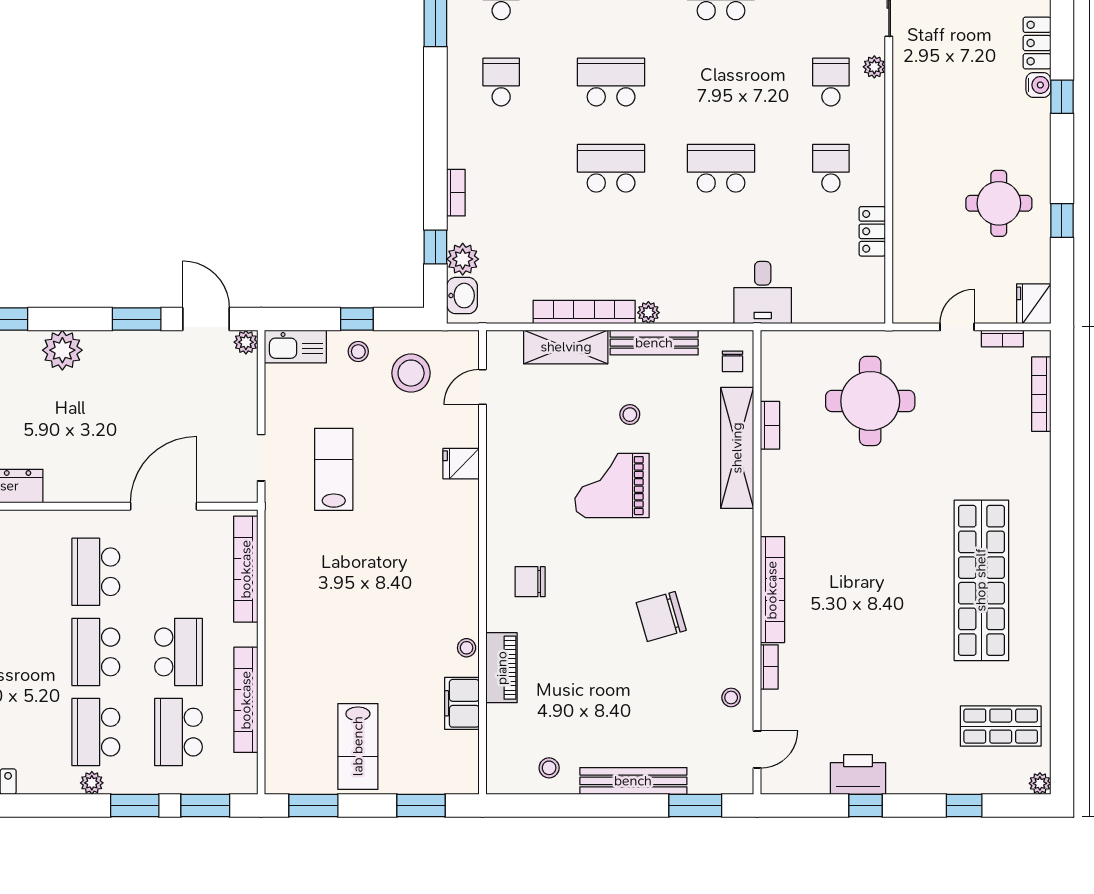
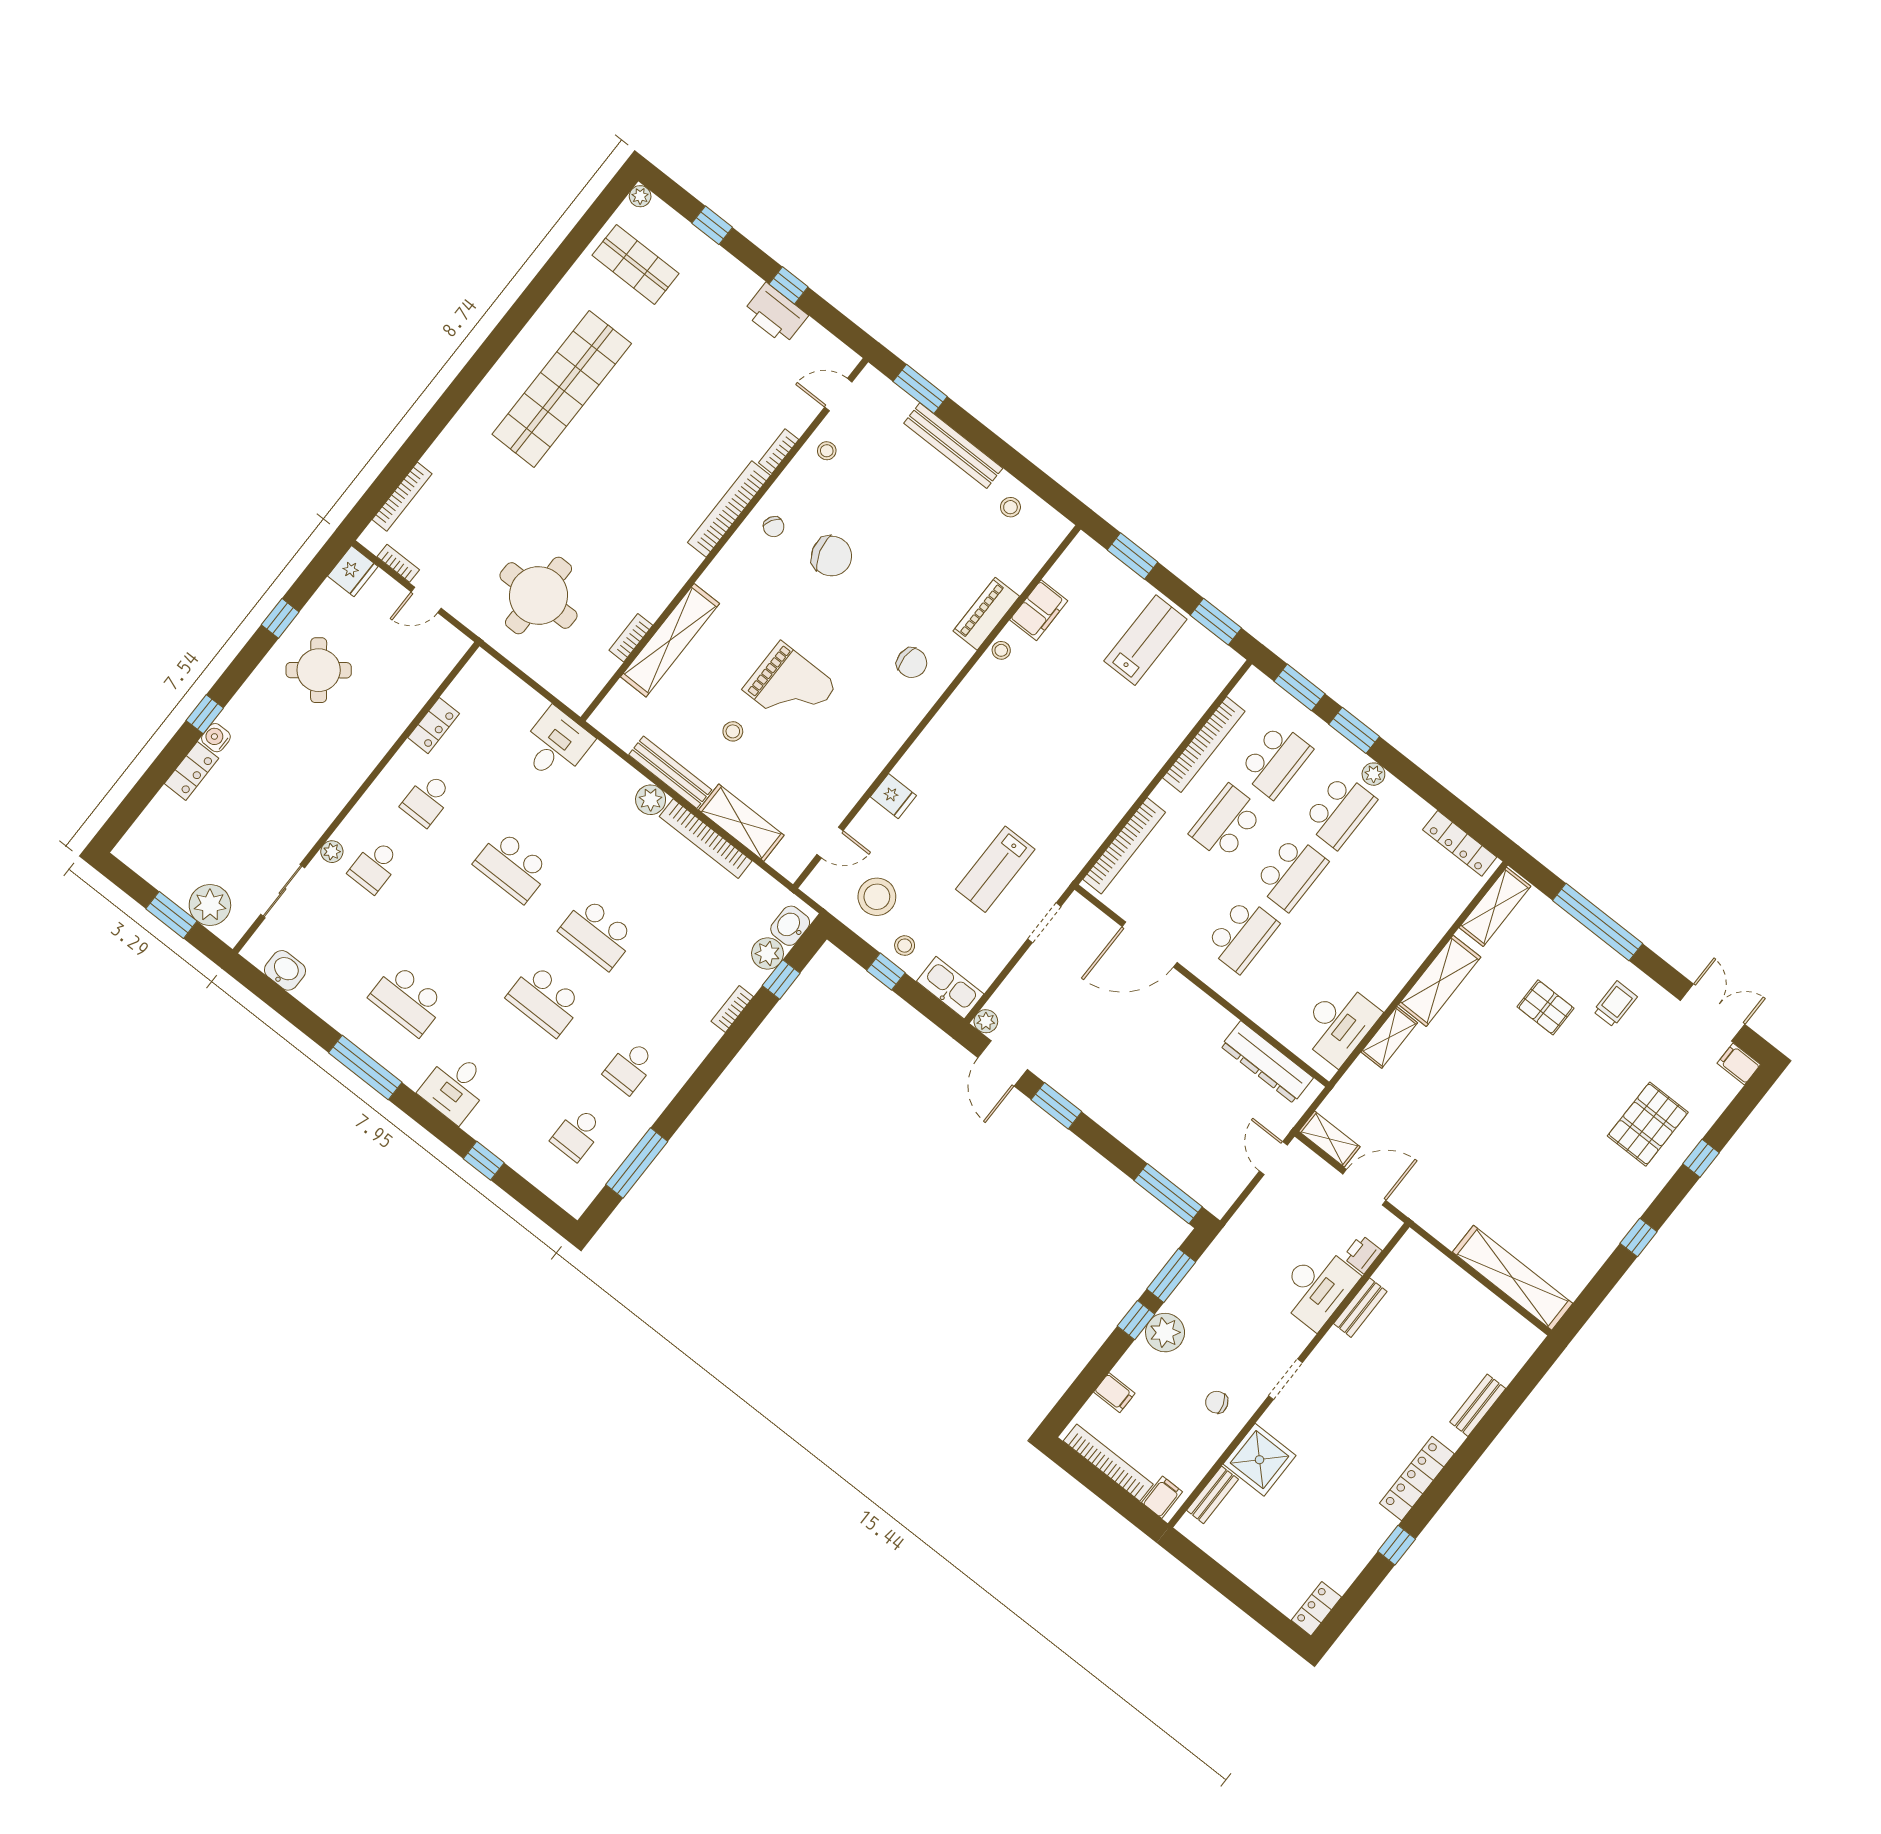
round table: (999, 203) -> (319, 670), turned -38
plant: (648, 313) -> (651, 800), width x1.38, depth x1.38
plant: (62, 350) -> (1133, 1127), removed
chair: (733, 361) -> (774, 527), moved, turned 121

